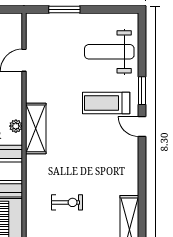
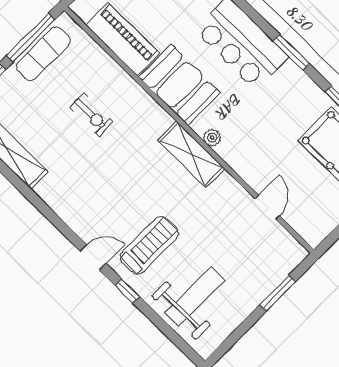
window: (142, 91) -> (127, 291), width x0.67
exercise bike: (67, 202) -> (91, 115), turned -90

